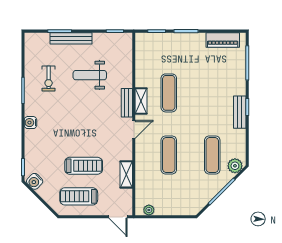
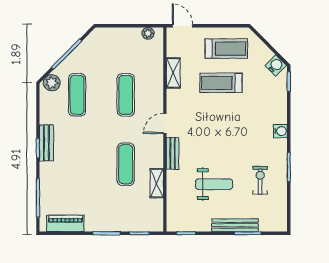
shelving: (141, 101) -> (157, 183), moved

